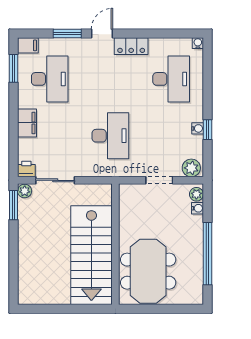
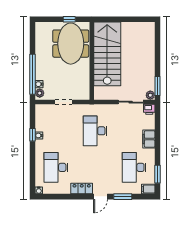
plant: (191, 168) -> (43, 110), removed
window: (207, 254) -> (33, 74), moved
window: (151, 309) -> (69, 19), added

